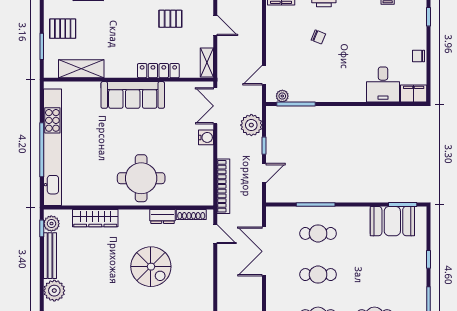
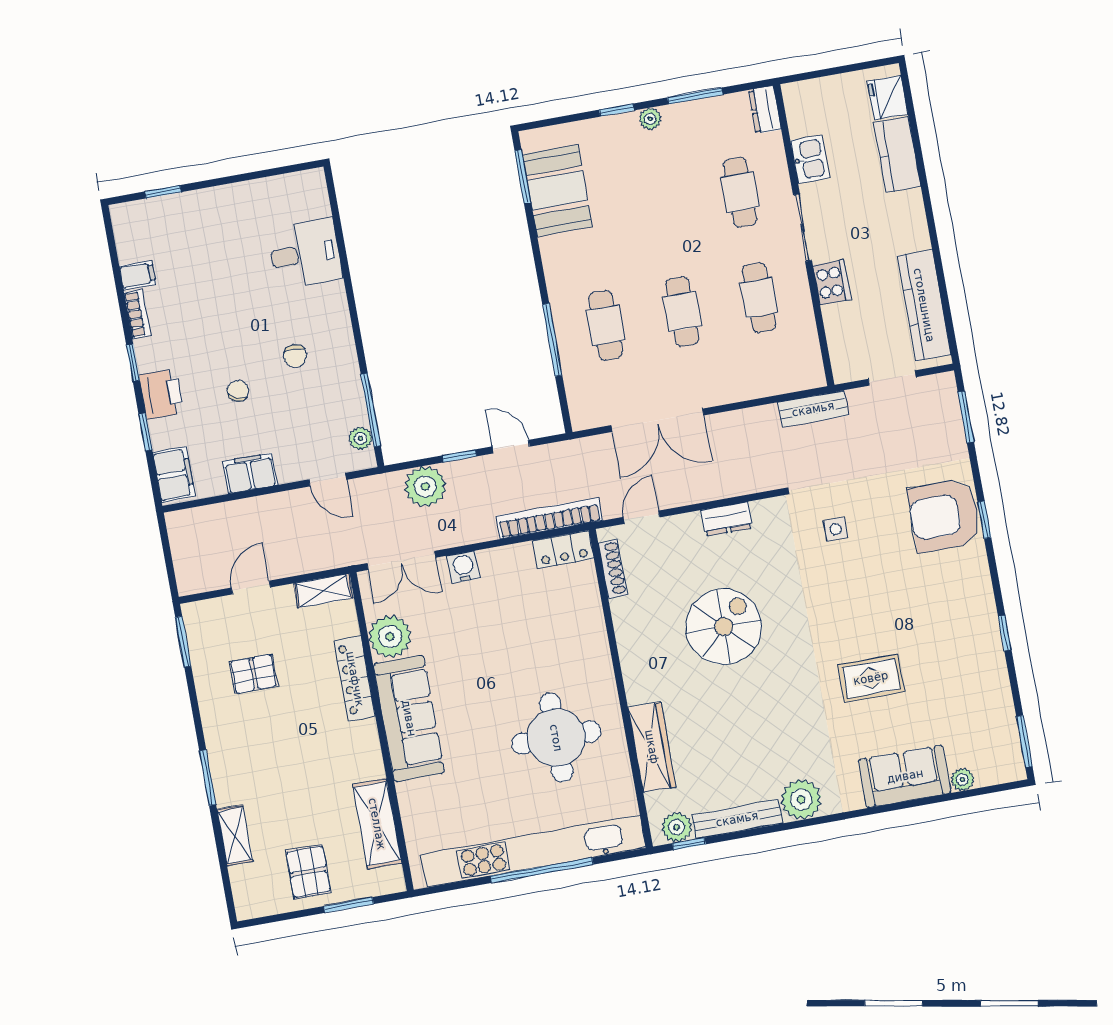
pallet: (170, 19) -> (253, 674), turned 90
chair: (419, 56) -> (295, 356), moved
plant: (177, 93) -> (390, 637), added
filing cabinet: (414, 94) -> (250, 473), moved, turned 90
round table: (141, 178) -> (556, 738), moved
locker: (206, 191) -> (563, 550), added
dresser: (163, 216) -> (727, 519), moved, turned 90
plant: (421, 276) -> (650, 119), added

